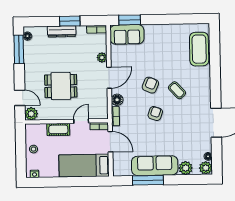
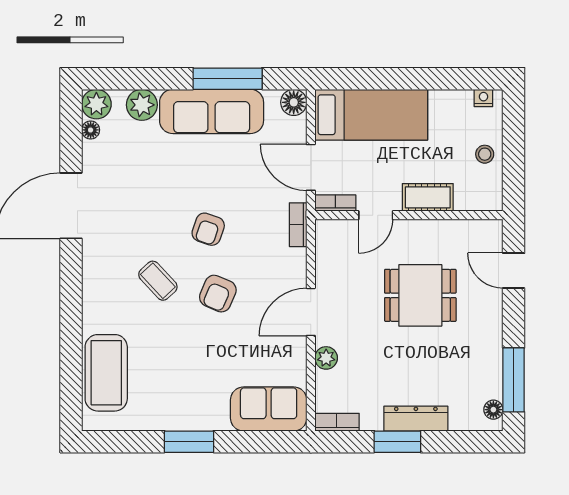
window: (130, 20) -> (189, 442), moved
floor lamp: (117, 100) -> (294, 102), moved
plant: (31, 114) -> (488, 234), removed

